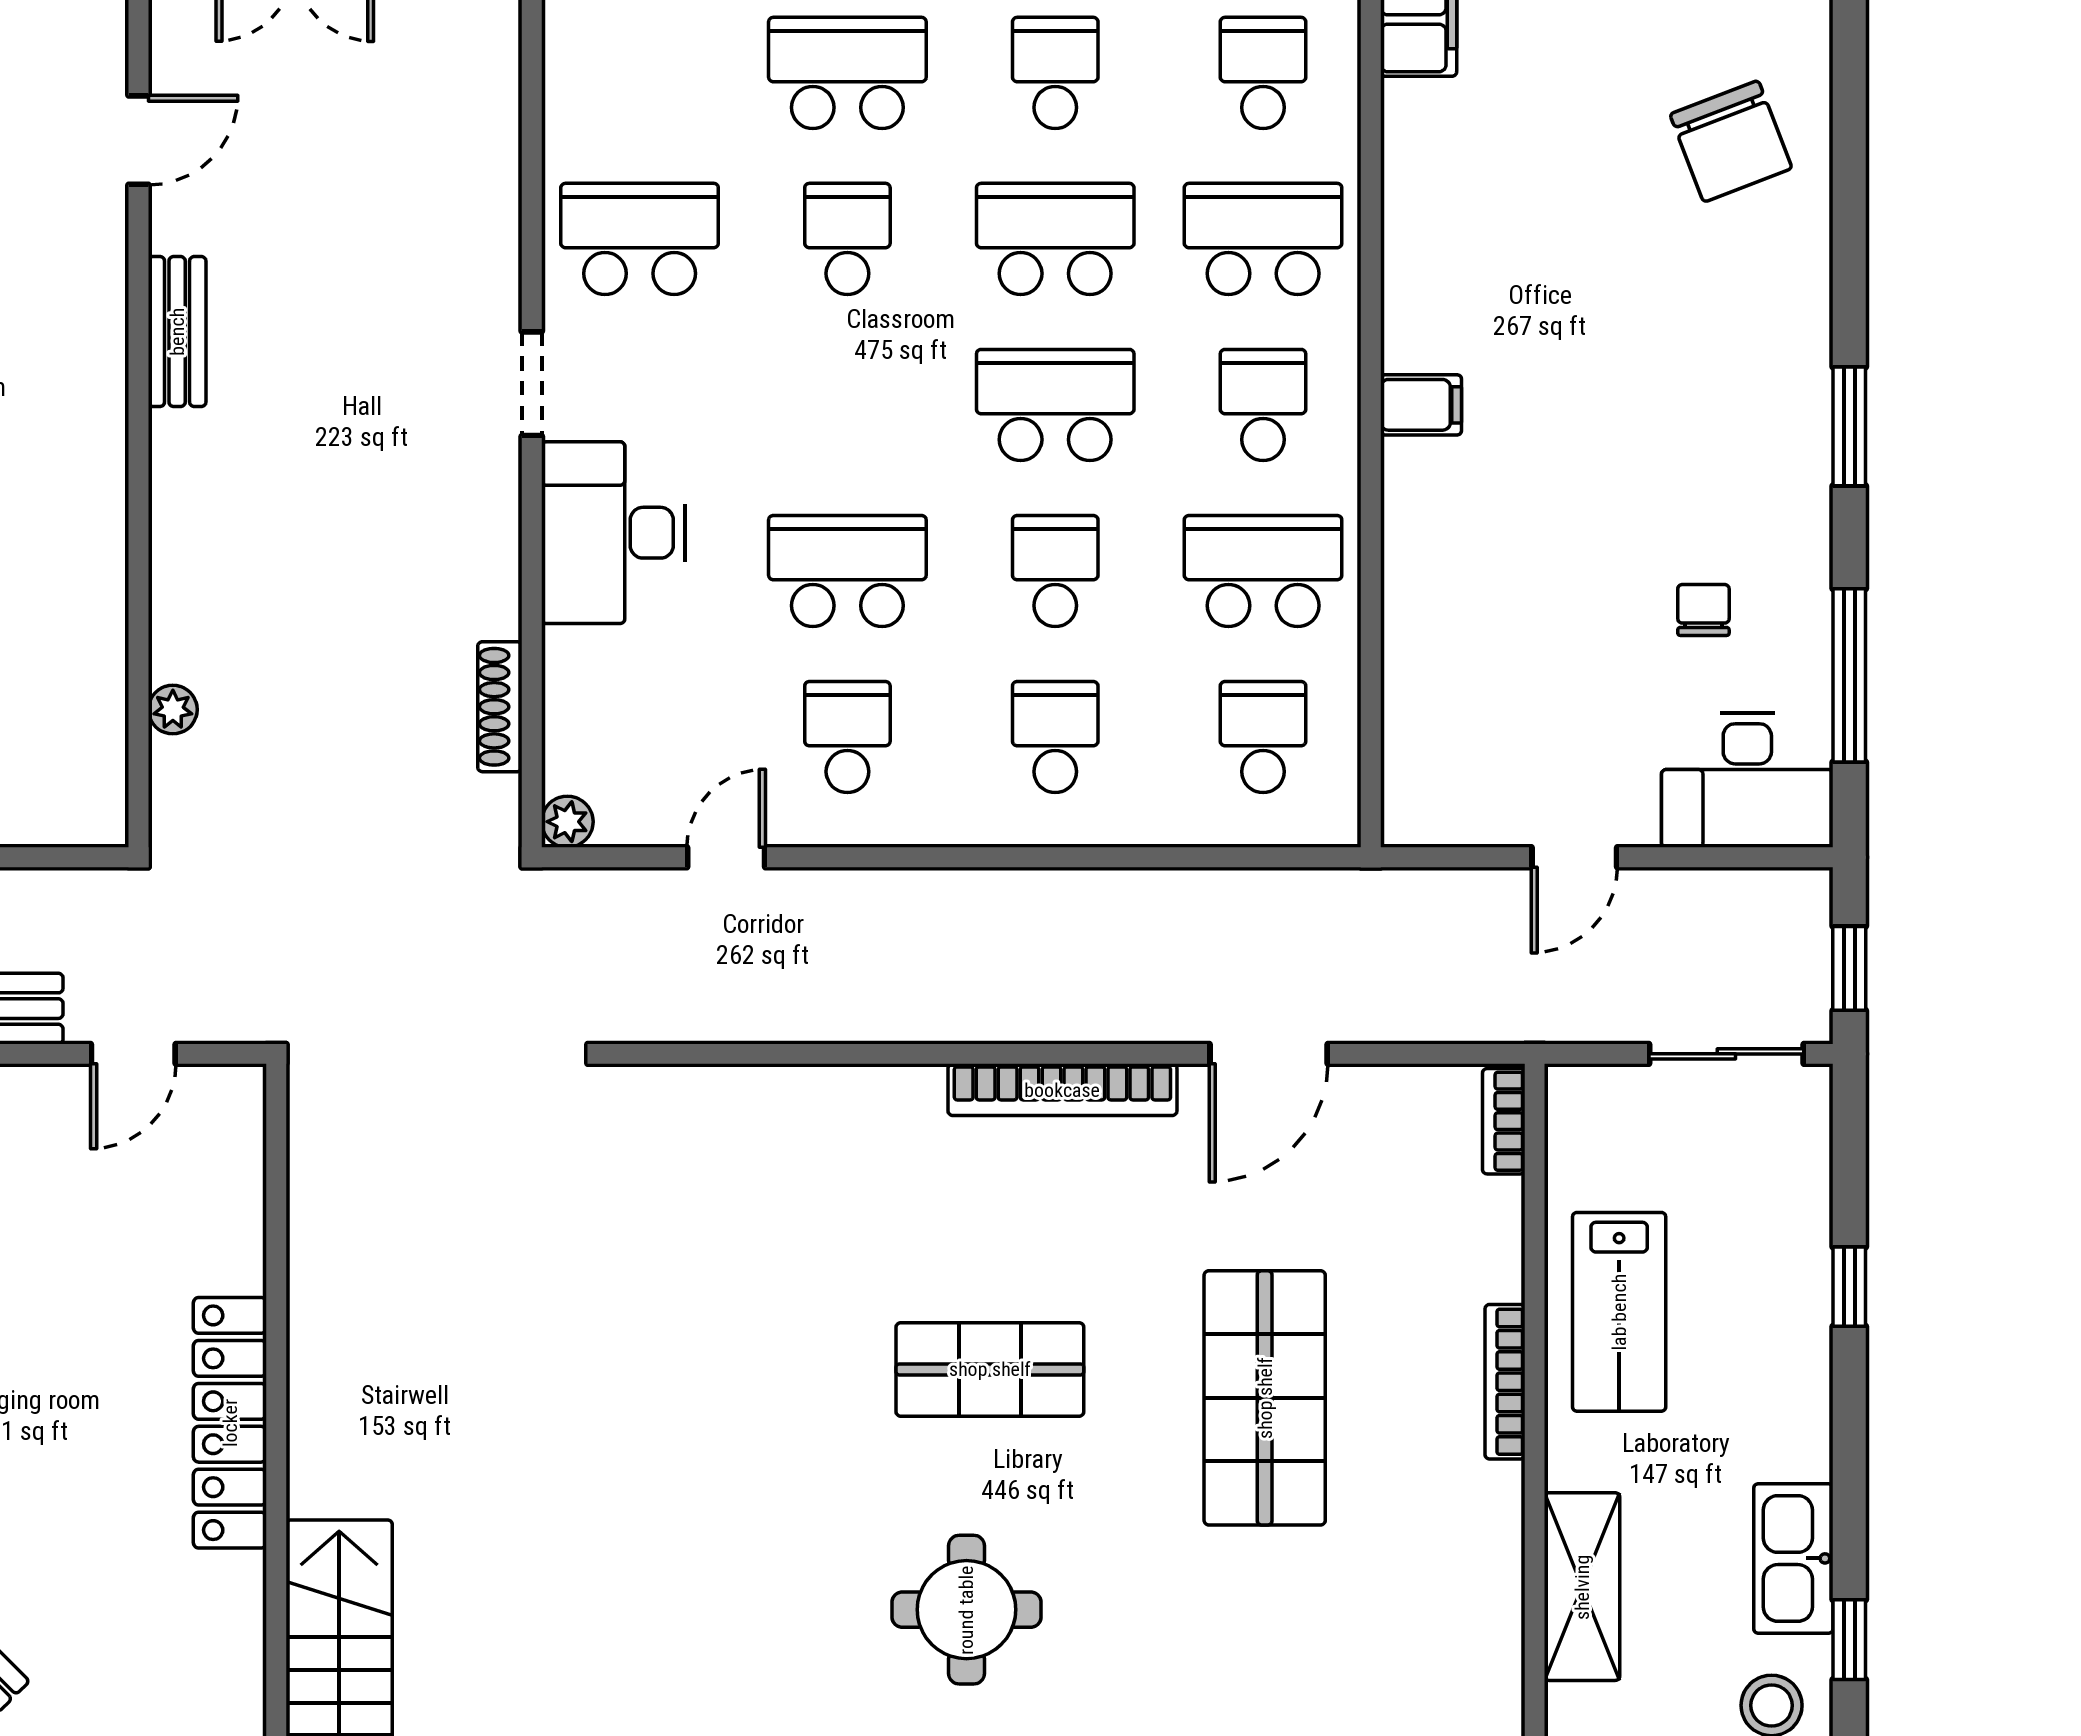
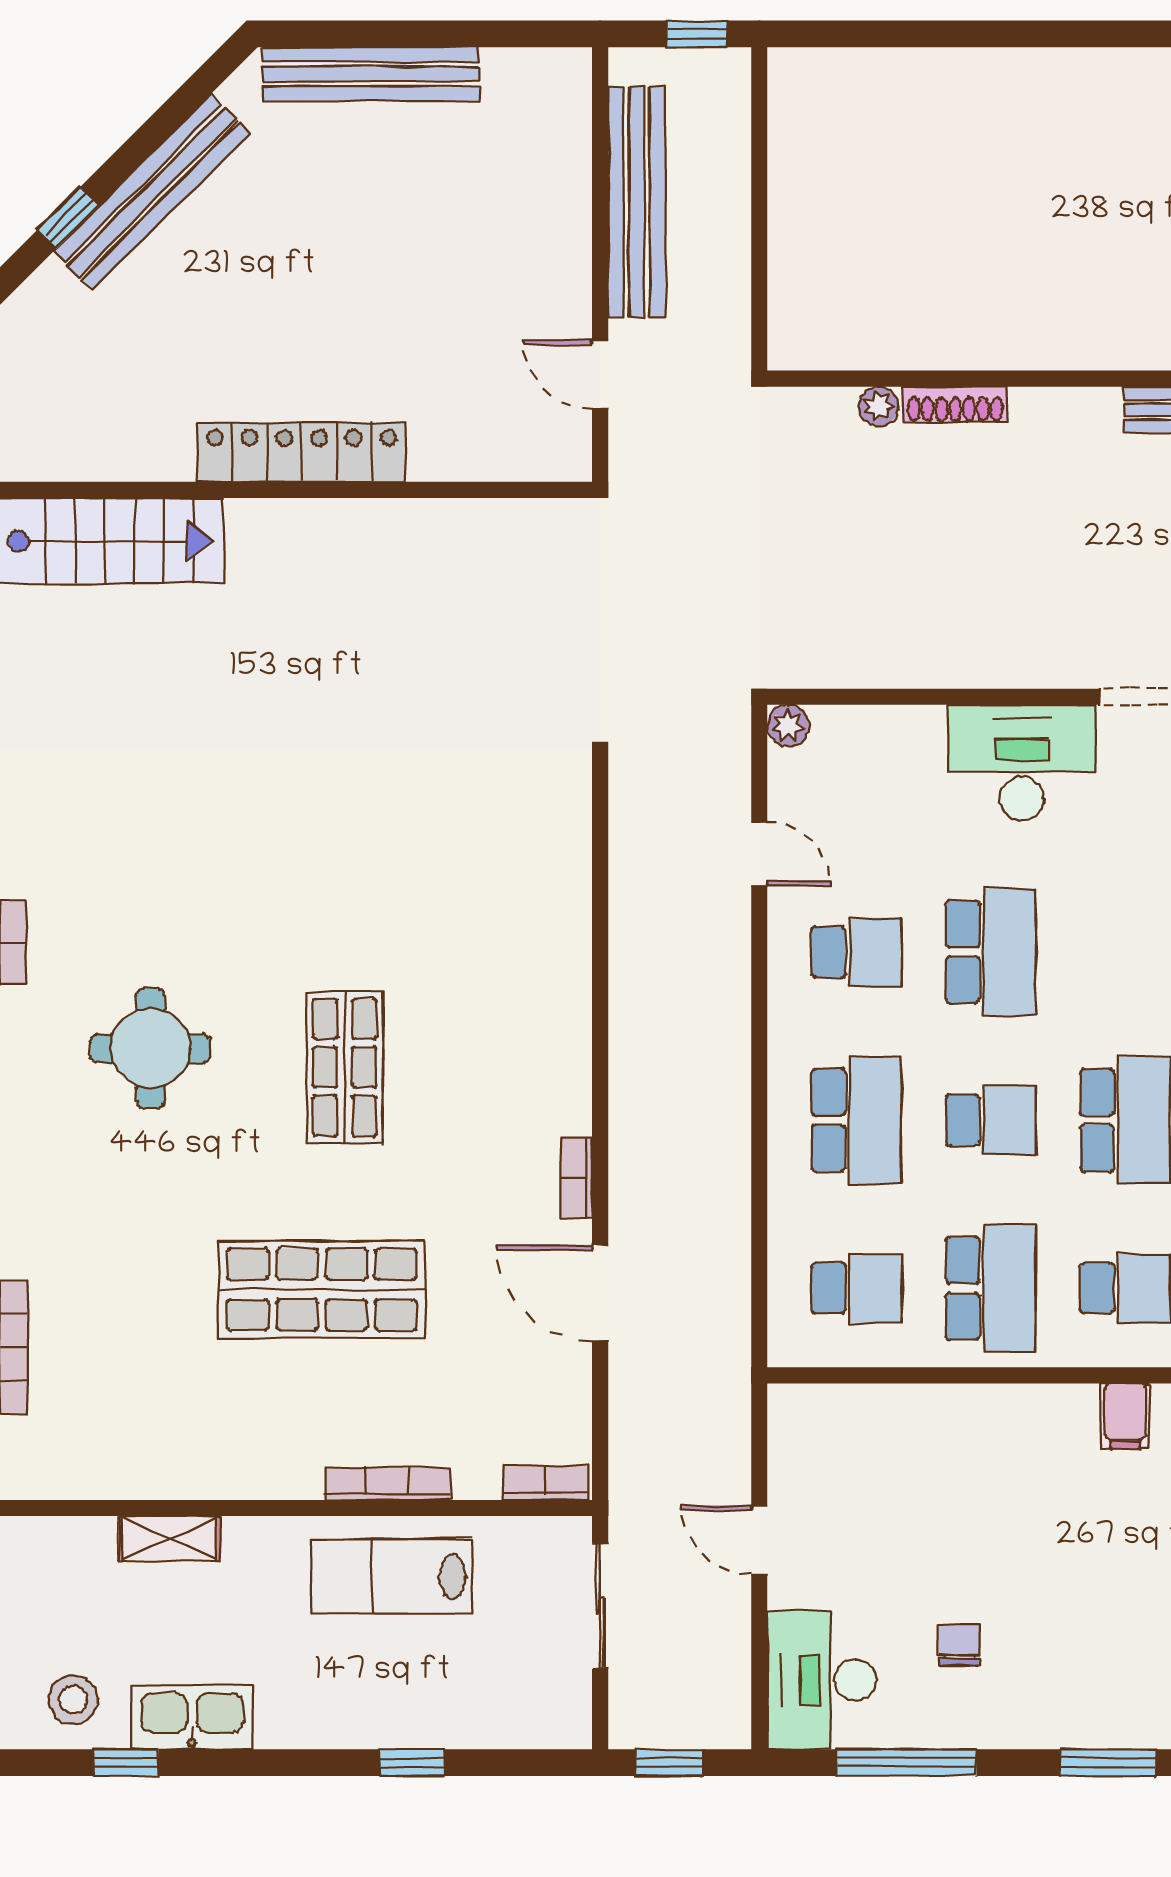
chair: (1703, 610) -> (959, 1645), turned -90
shoe rack: (500, 707) -> (955, 404), moved, turned 180
school desk: (1055, 737) -> (856, 1120), width x1.85
sliding door: (1726, 1054) -> (600, 1606), moved
bookcase: (1062, 1090) -> (576, 1178), width x0.43, depth x0.76
bookcase: (1505, 1382) -> (387, 1484), moved
shelving: (1582, 1587) -> (169, 1539), width x0.67, depth x0.75

